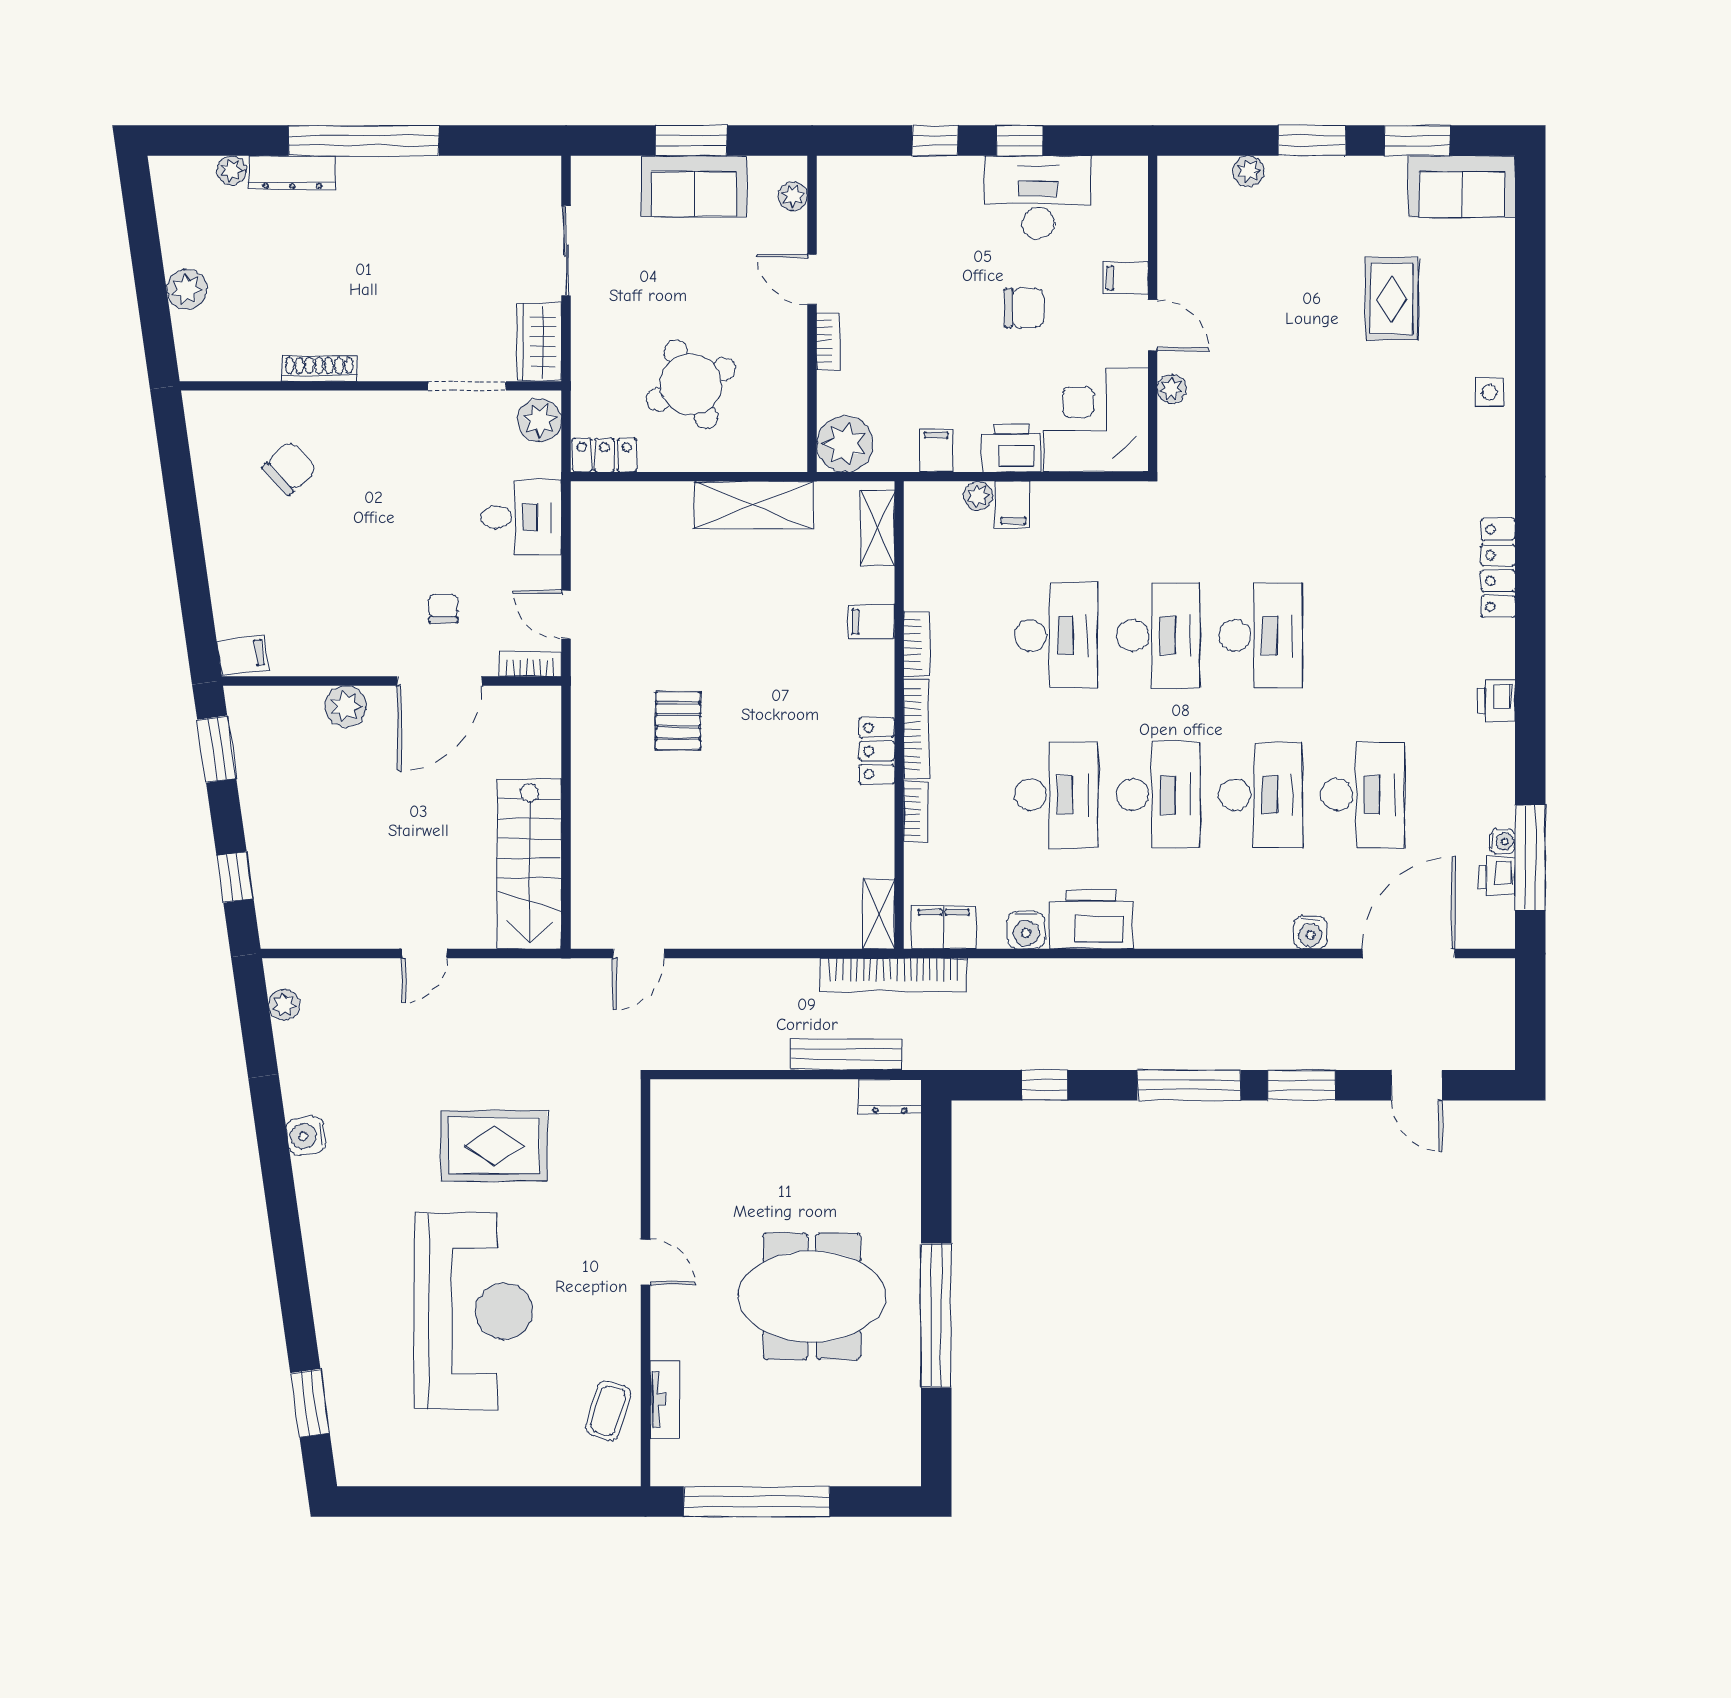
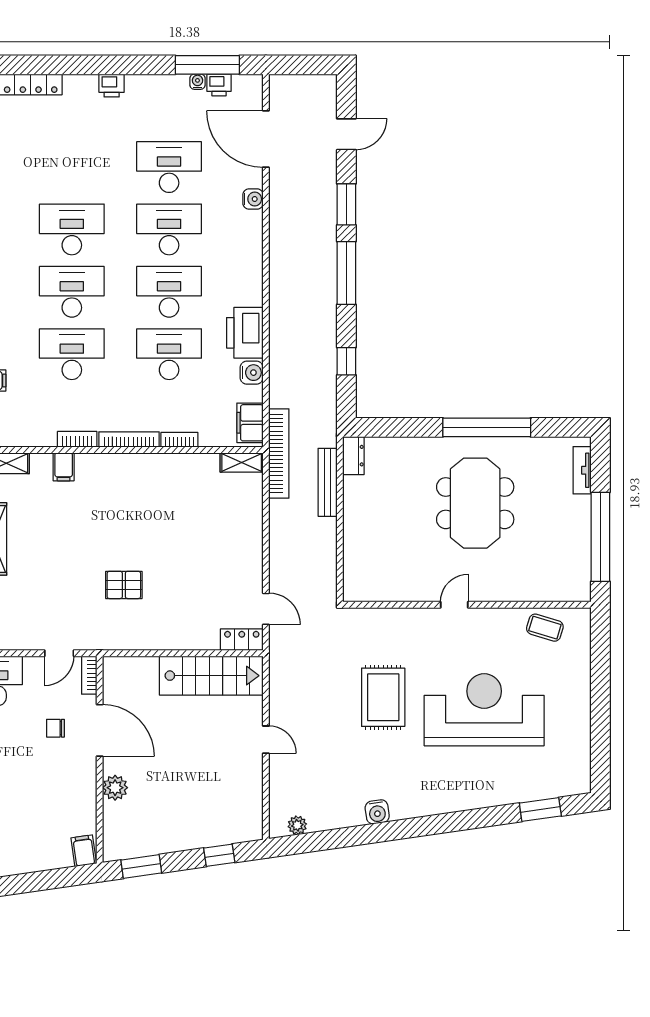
locker: (877, 751) -> (242, 640), moved, turned 180
tv unit: (665, 1399) -> (582, 470), moved, turned -90

